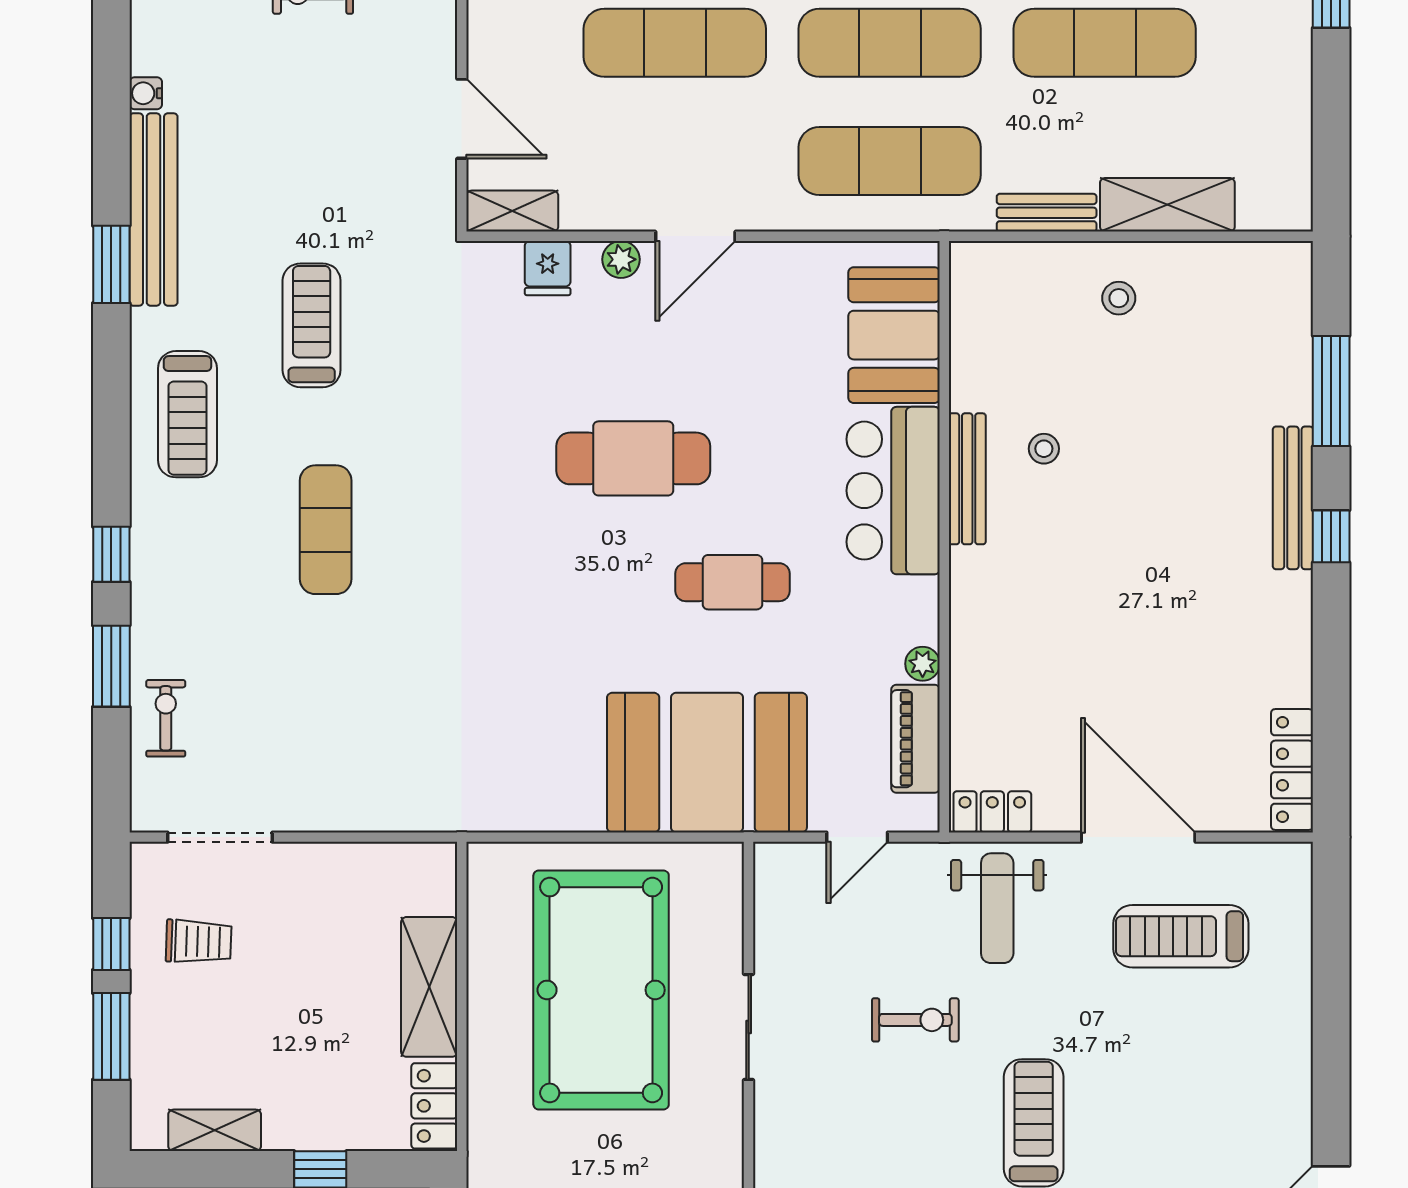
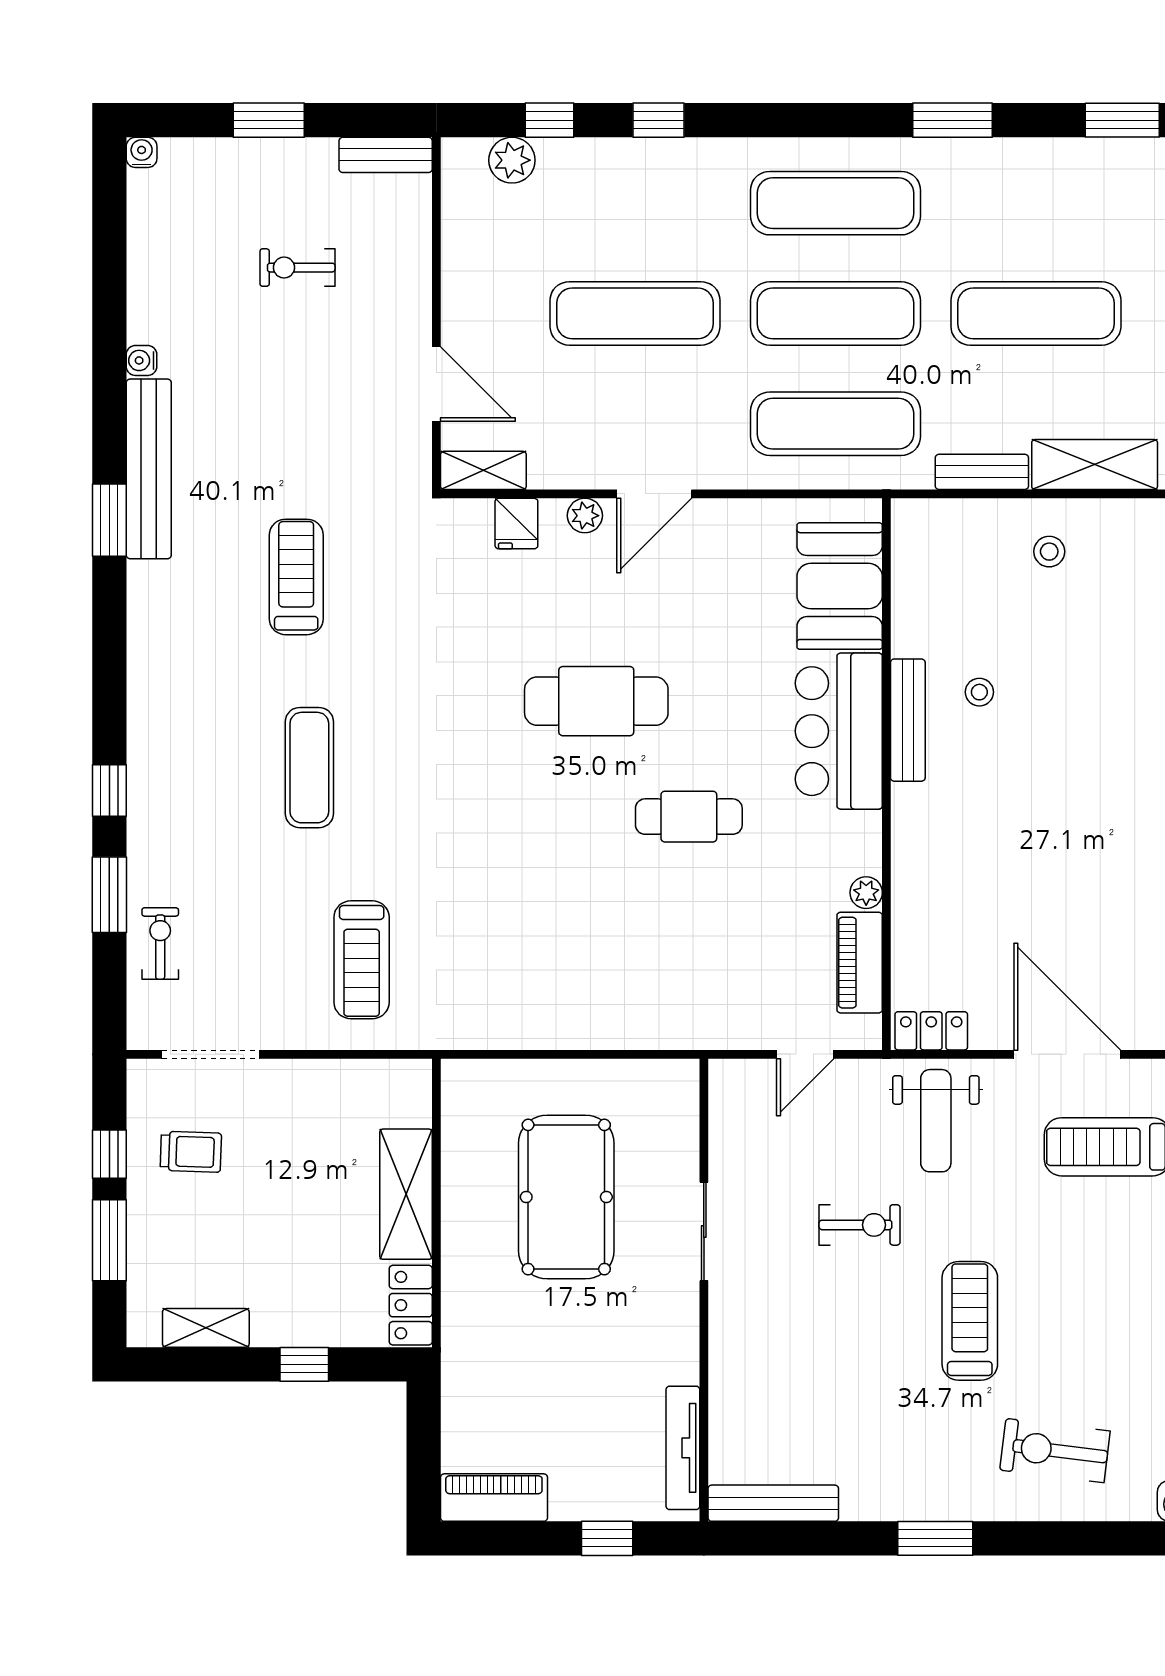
treadmill: (187, 414) -> (362, 960), moved
booth: (707, 763) -> (665, 985), removed
pool table: (601, 990) -> (566, 1197), width x0.73, depth x0.76

